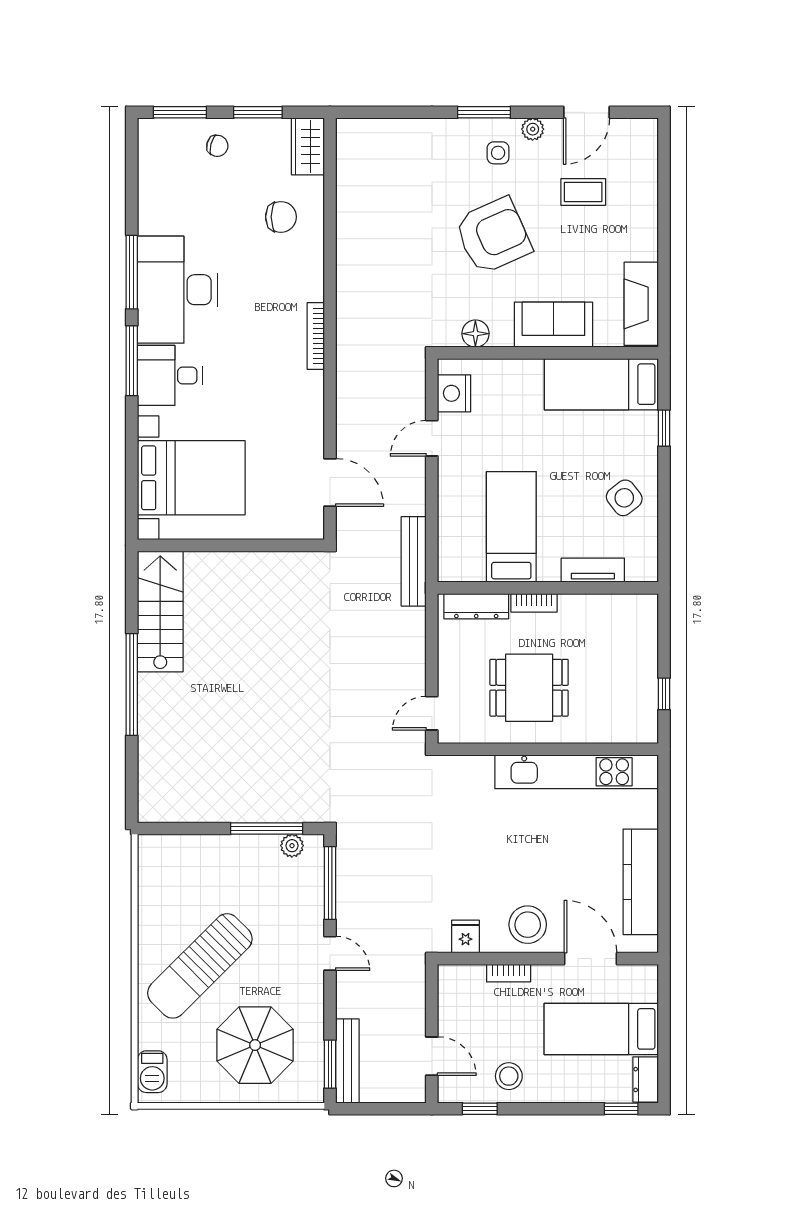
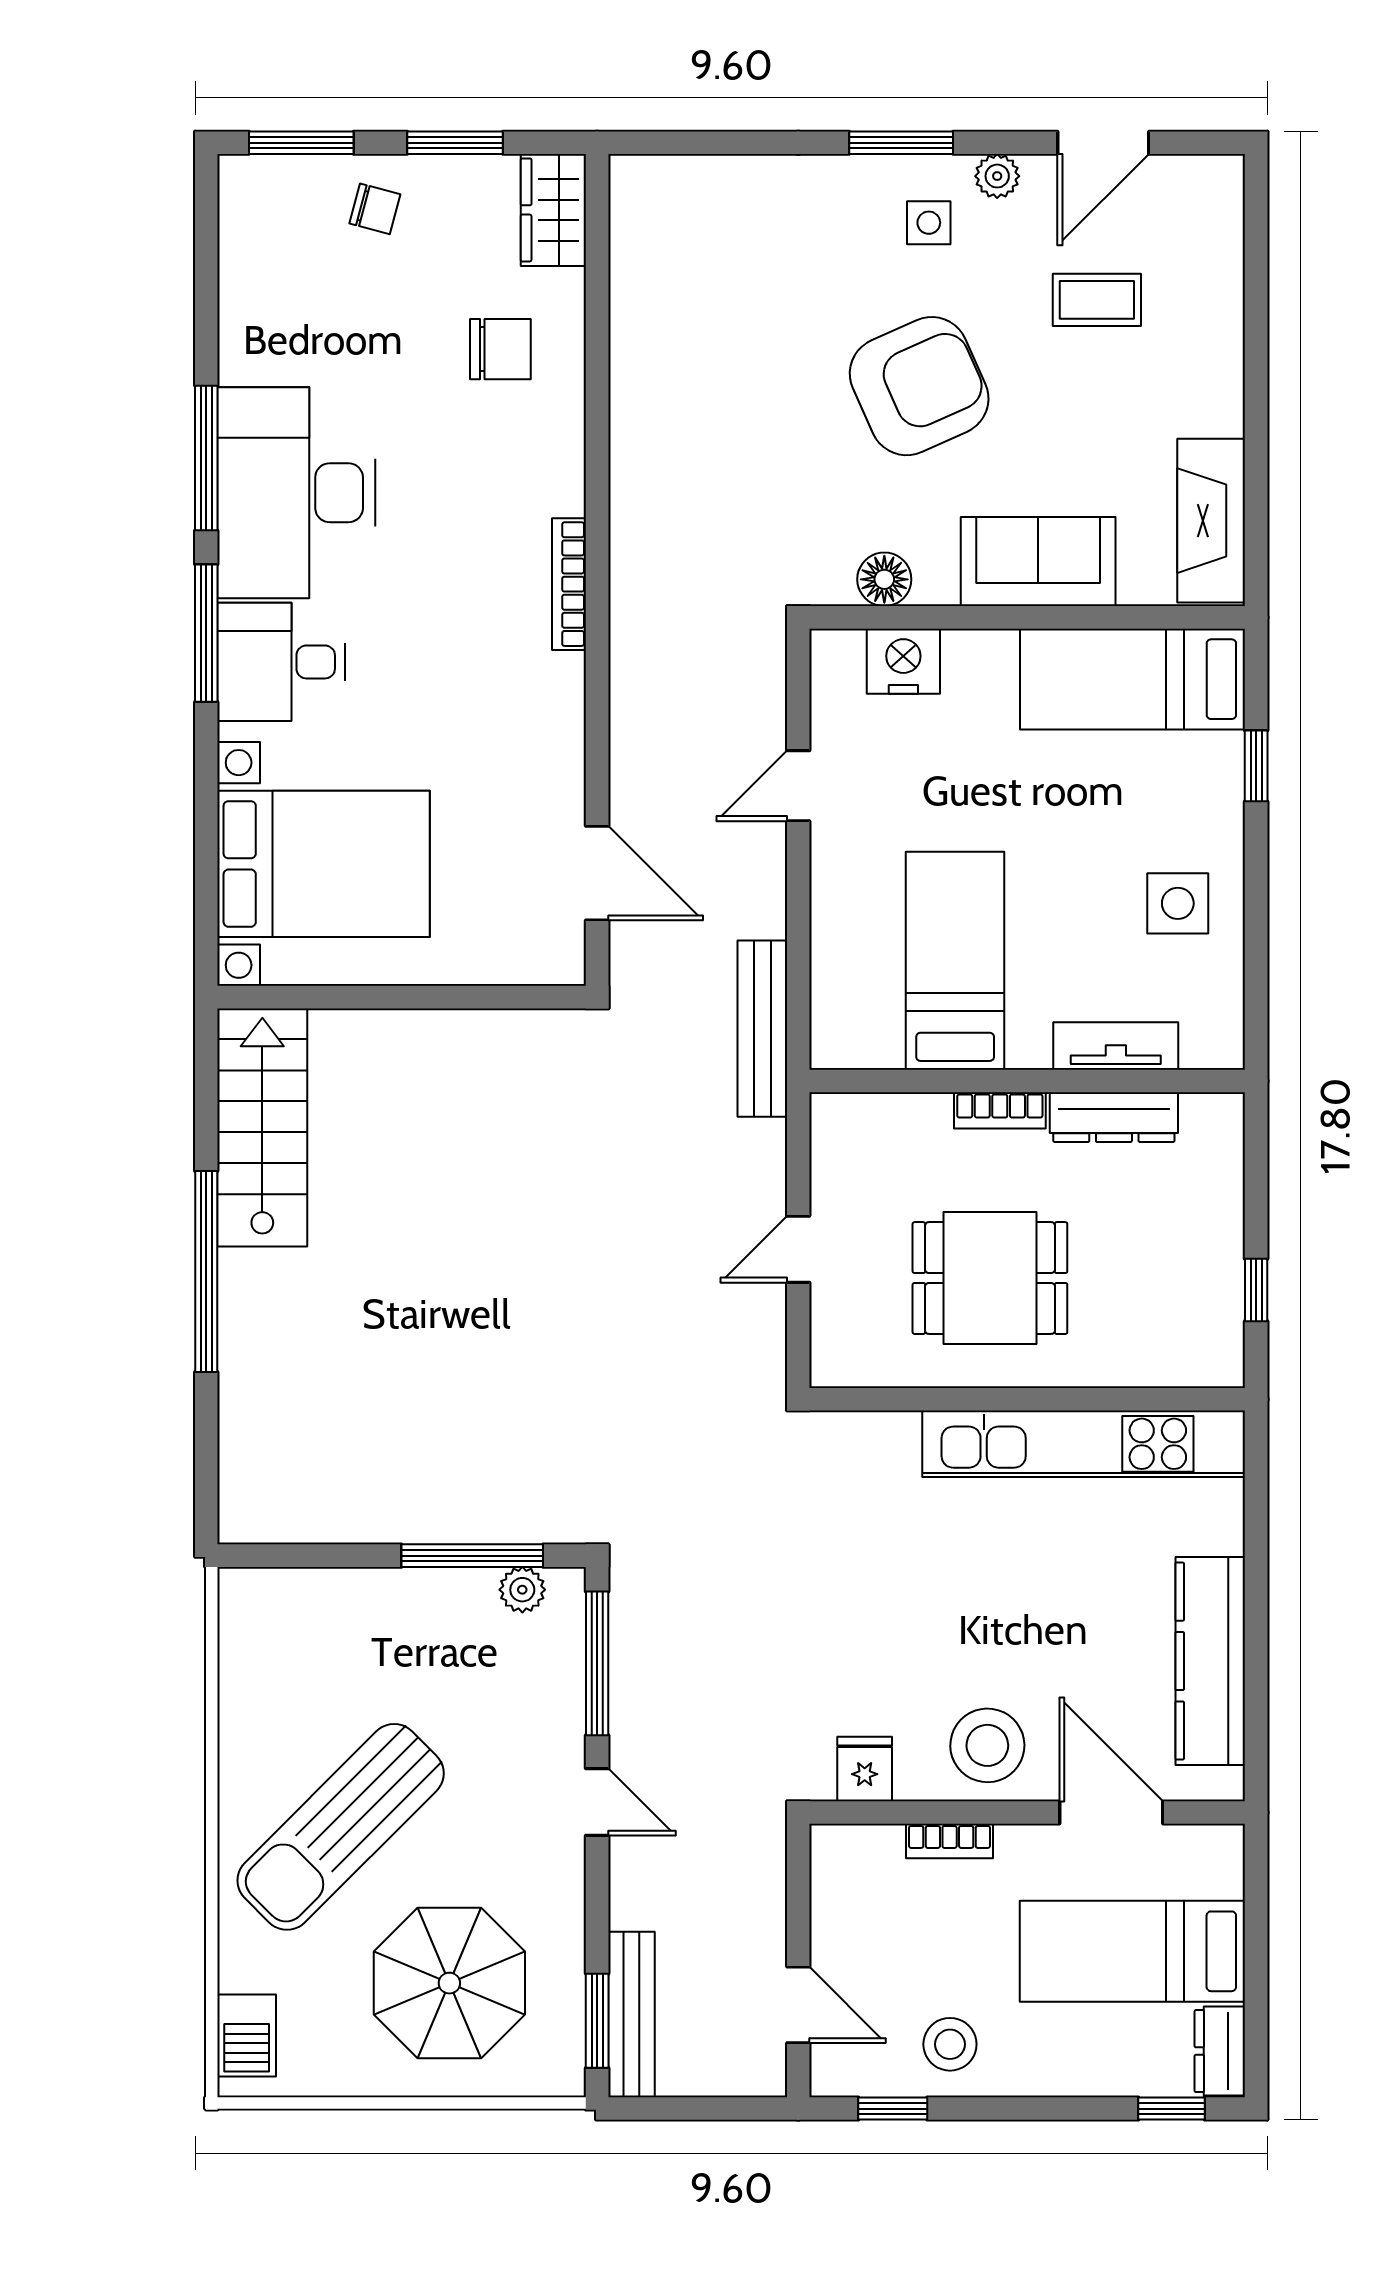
nightstand: (454, 393) -> (903, 661), moved, turned 90
side table: (624, 498) -> (1178, 903), turned 38
dresser: (476, 606) -> (1114, 1117), moved
door: (432, 713) -> (798, 1249), moved

